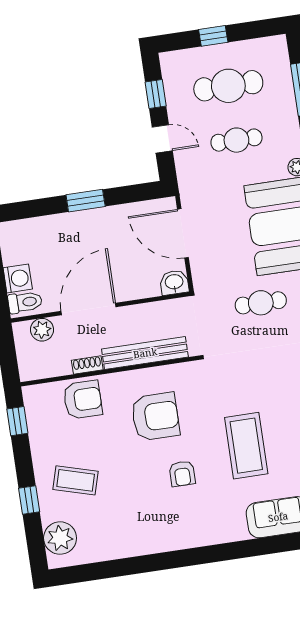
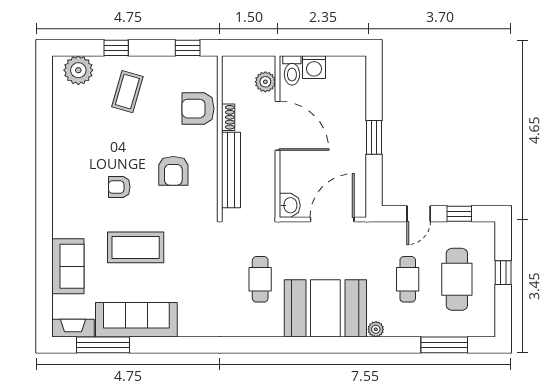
armchair: (83, 400) -> (198, 109), turned 90
armchair: (155, 417) -> (173, 171), width x0.73, depth x0.73

